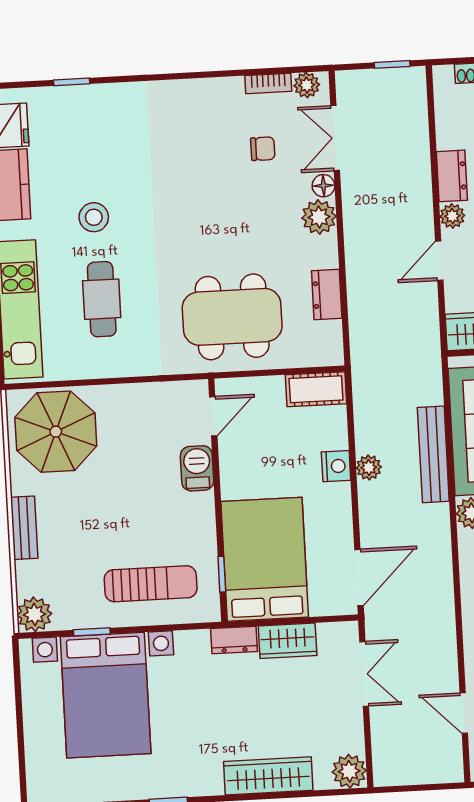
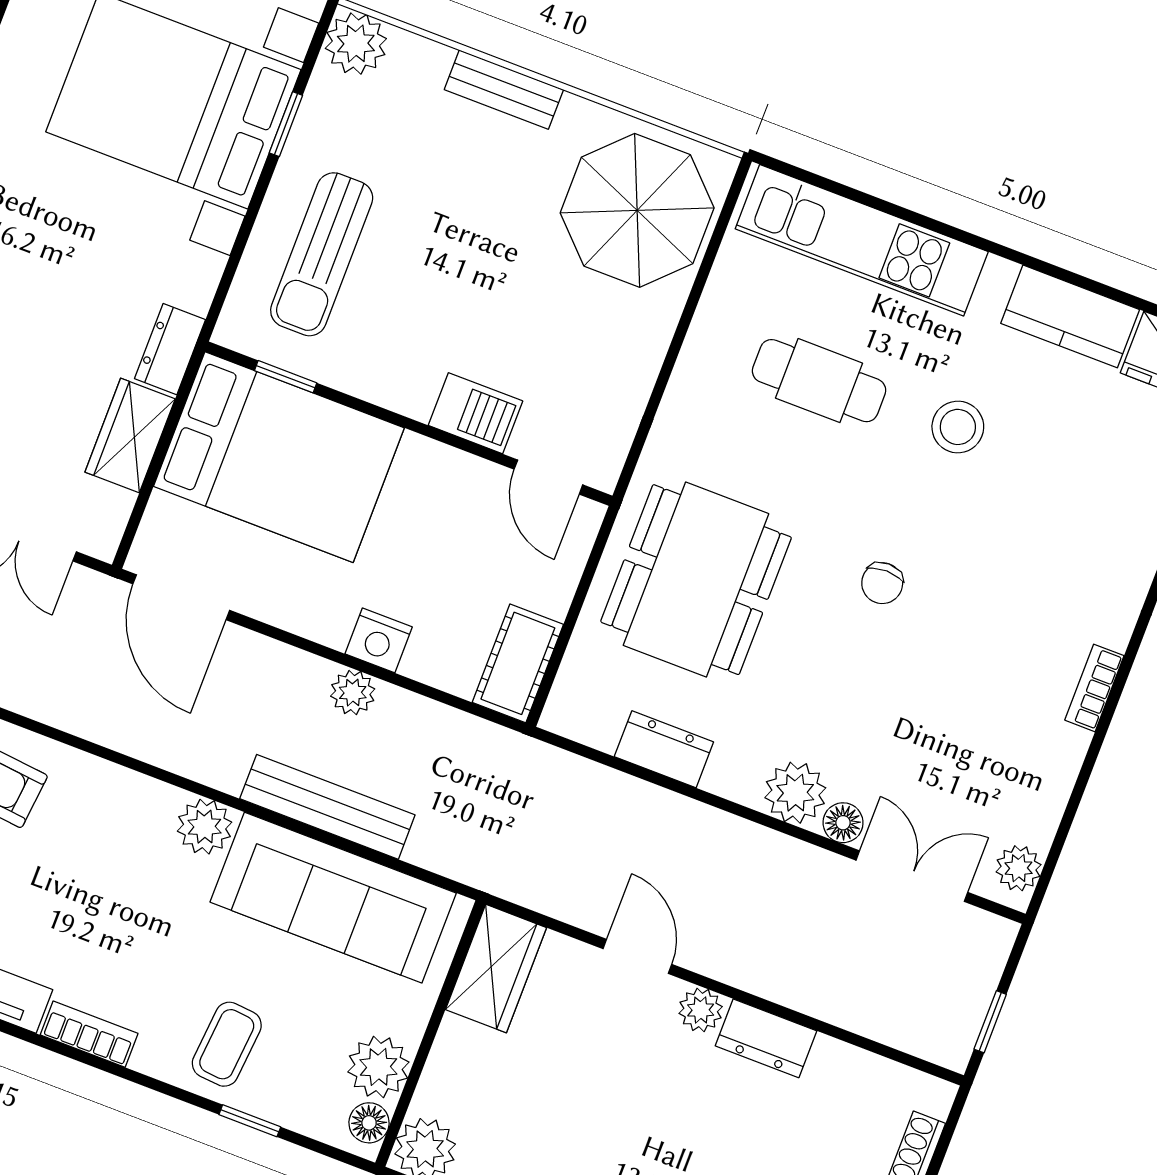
bookcase: (268, 83) -> (1094, 688), moved
chair: (263, 149) -> (882, 583), moved

